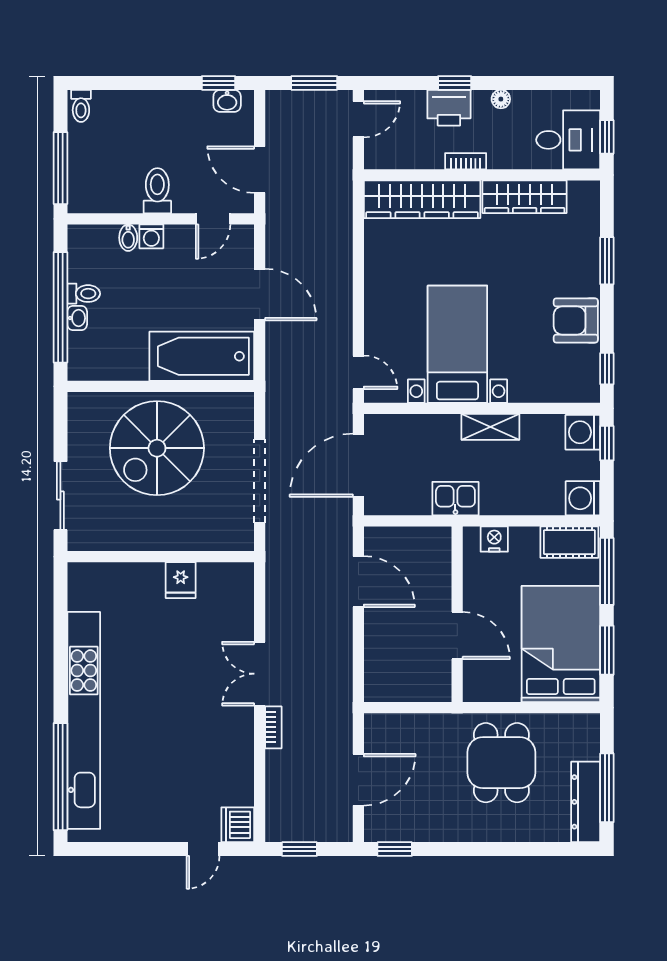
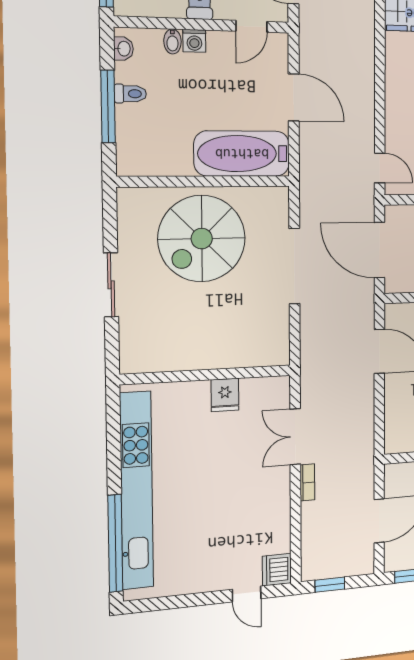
window: (60, 307) -> (108, 106), width x0.68
washbasin: (77, 318) -> (123, 49), moved
door: (358, 465) -> (380, 250), hinge flipped
wall: (161, 557) -> (207, 375), moved
fridge: (181, 580) -> (225, 395), moved
door: (203, 849) -> (247, 594), hinge flipped

